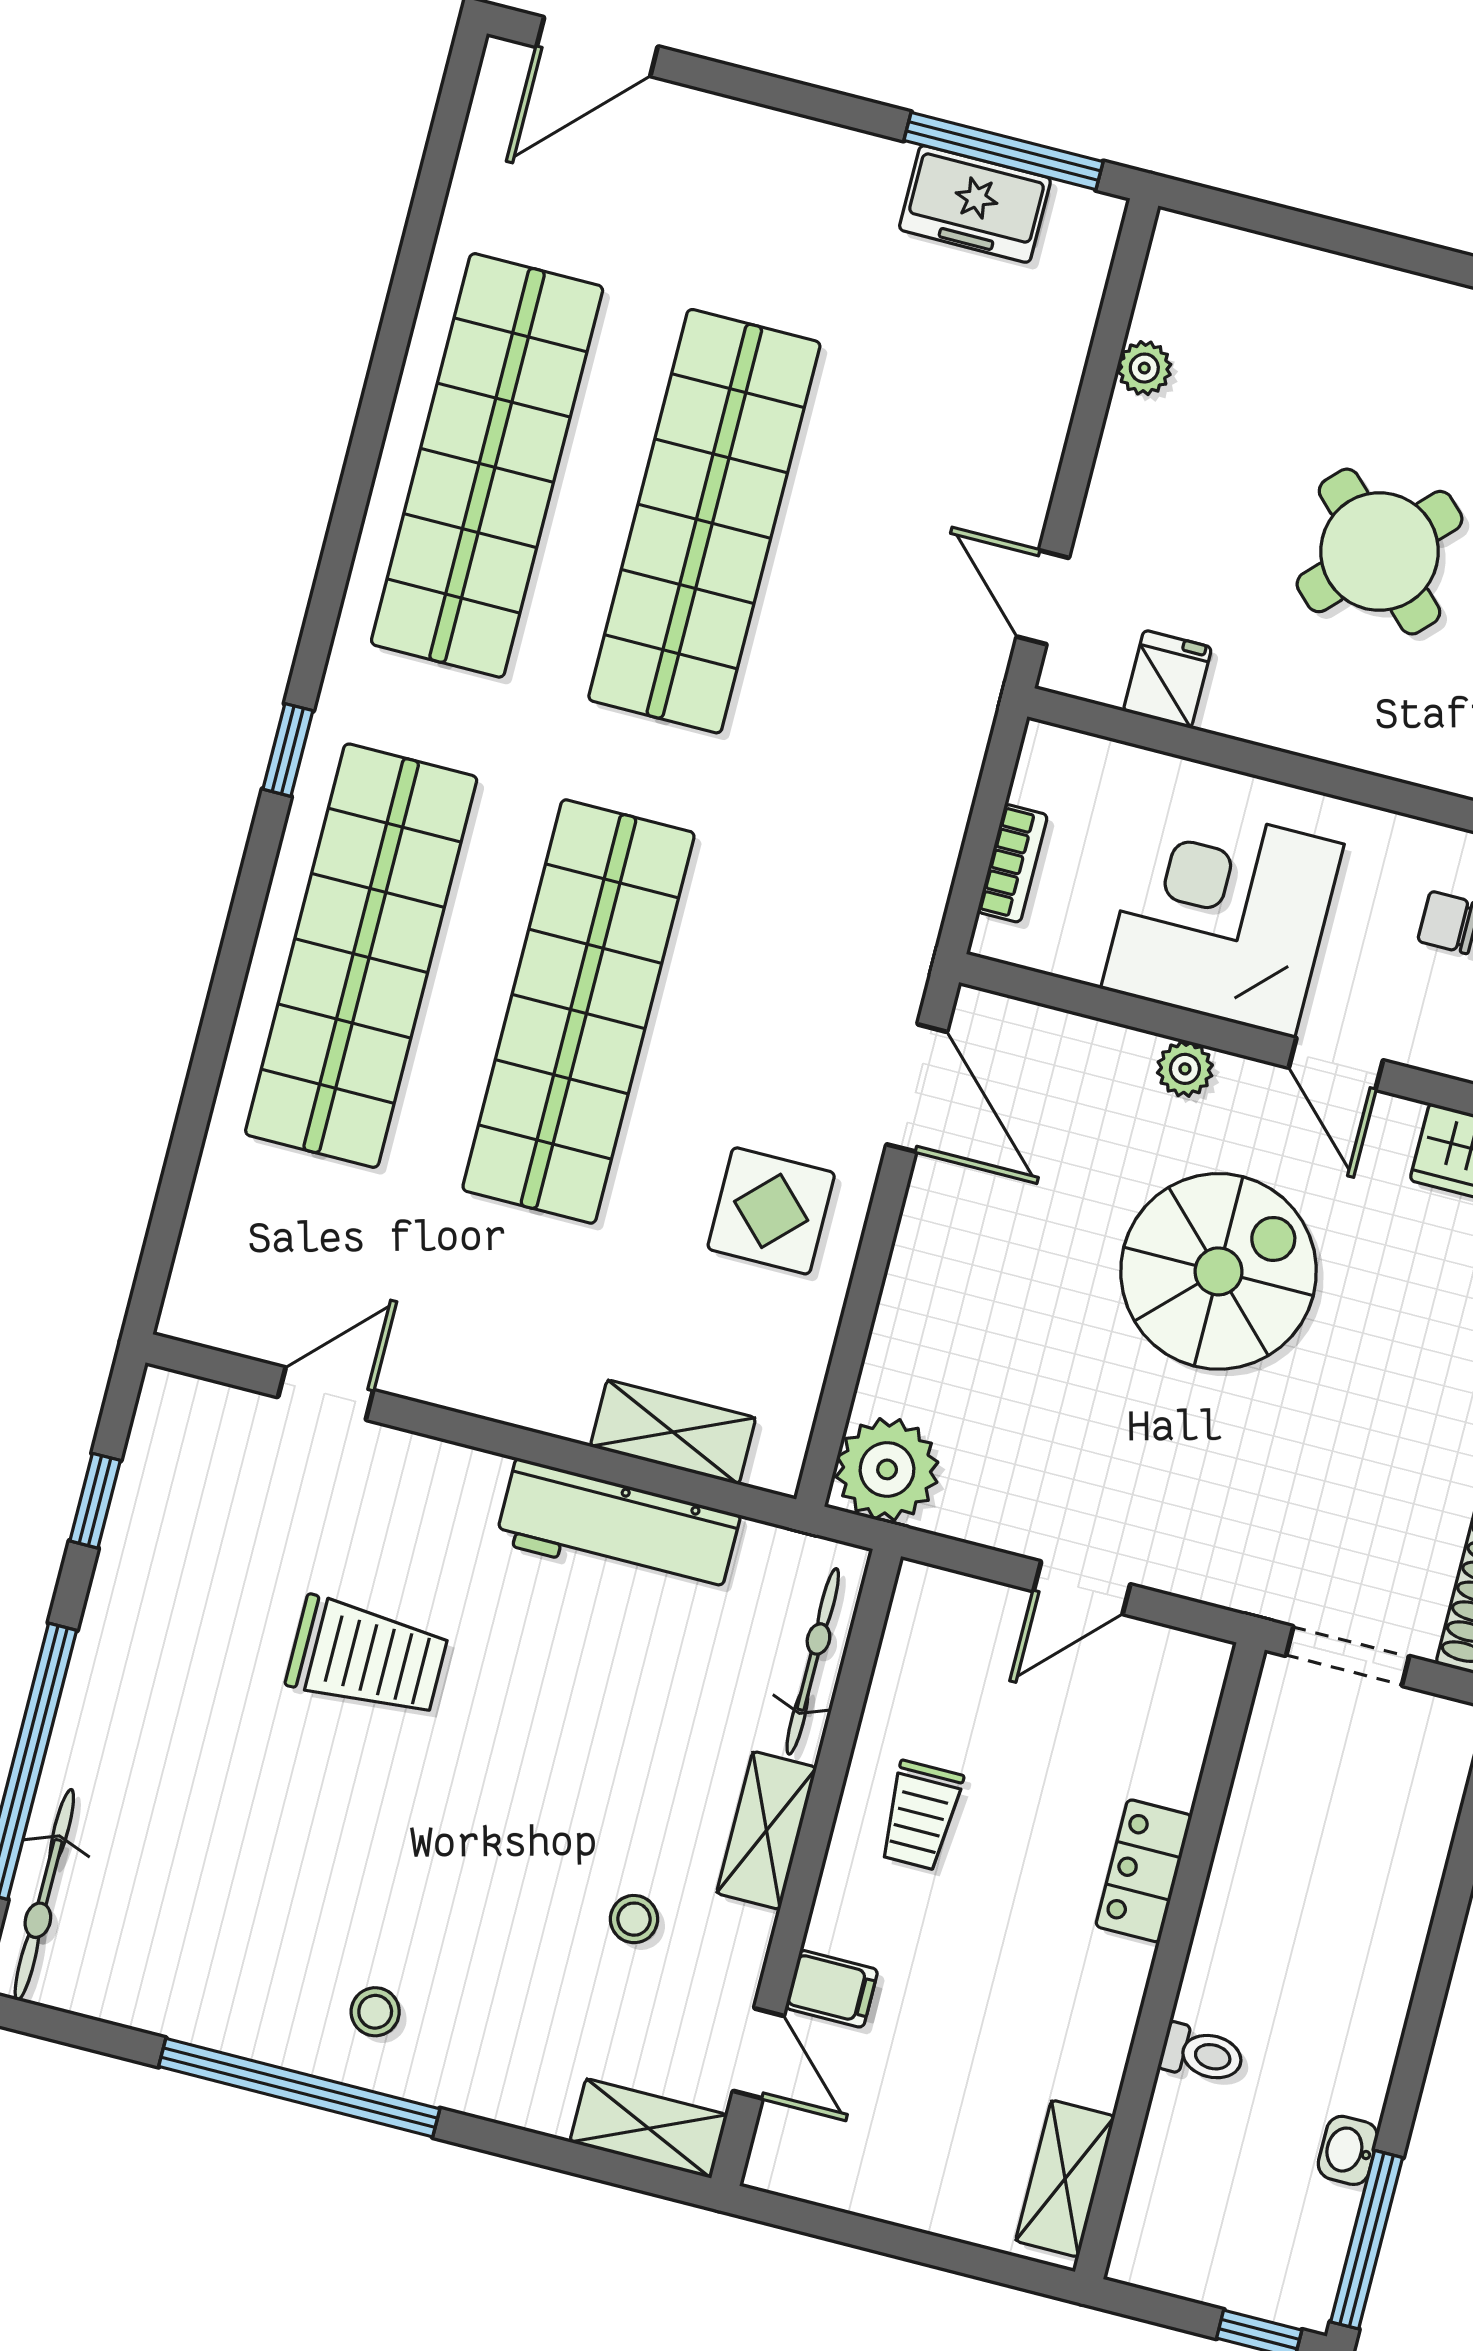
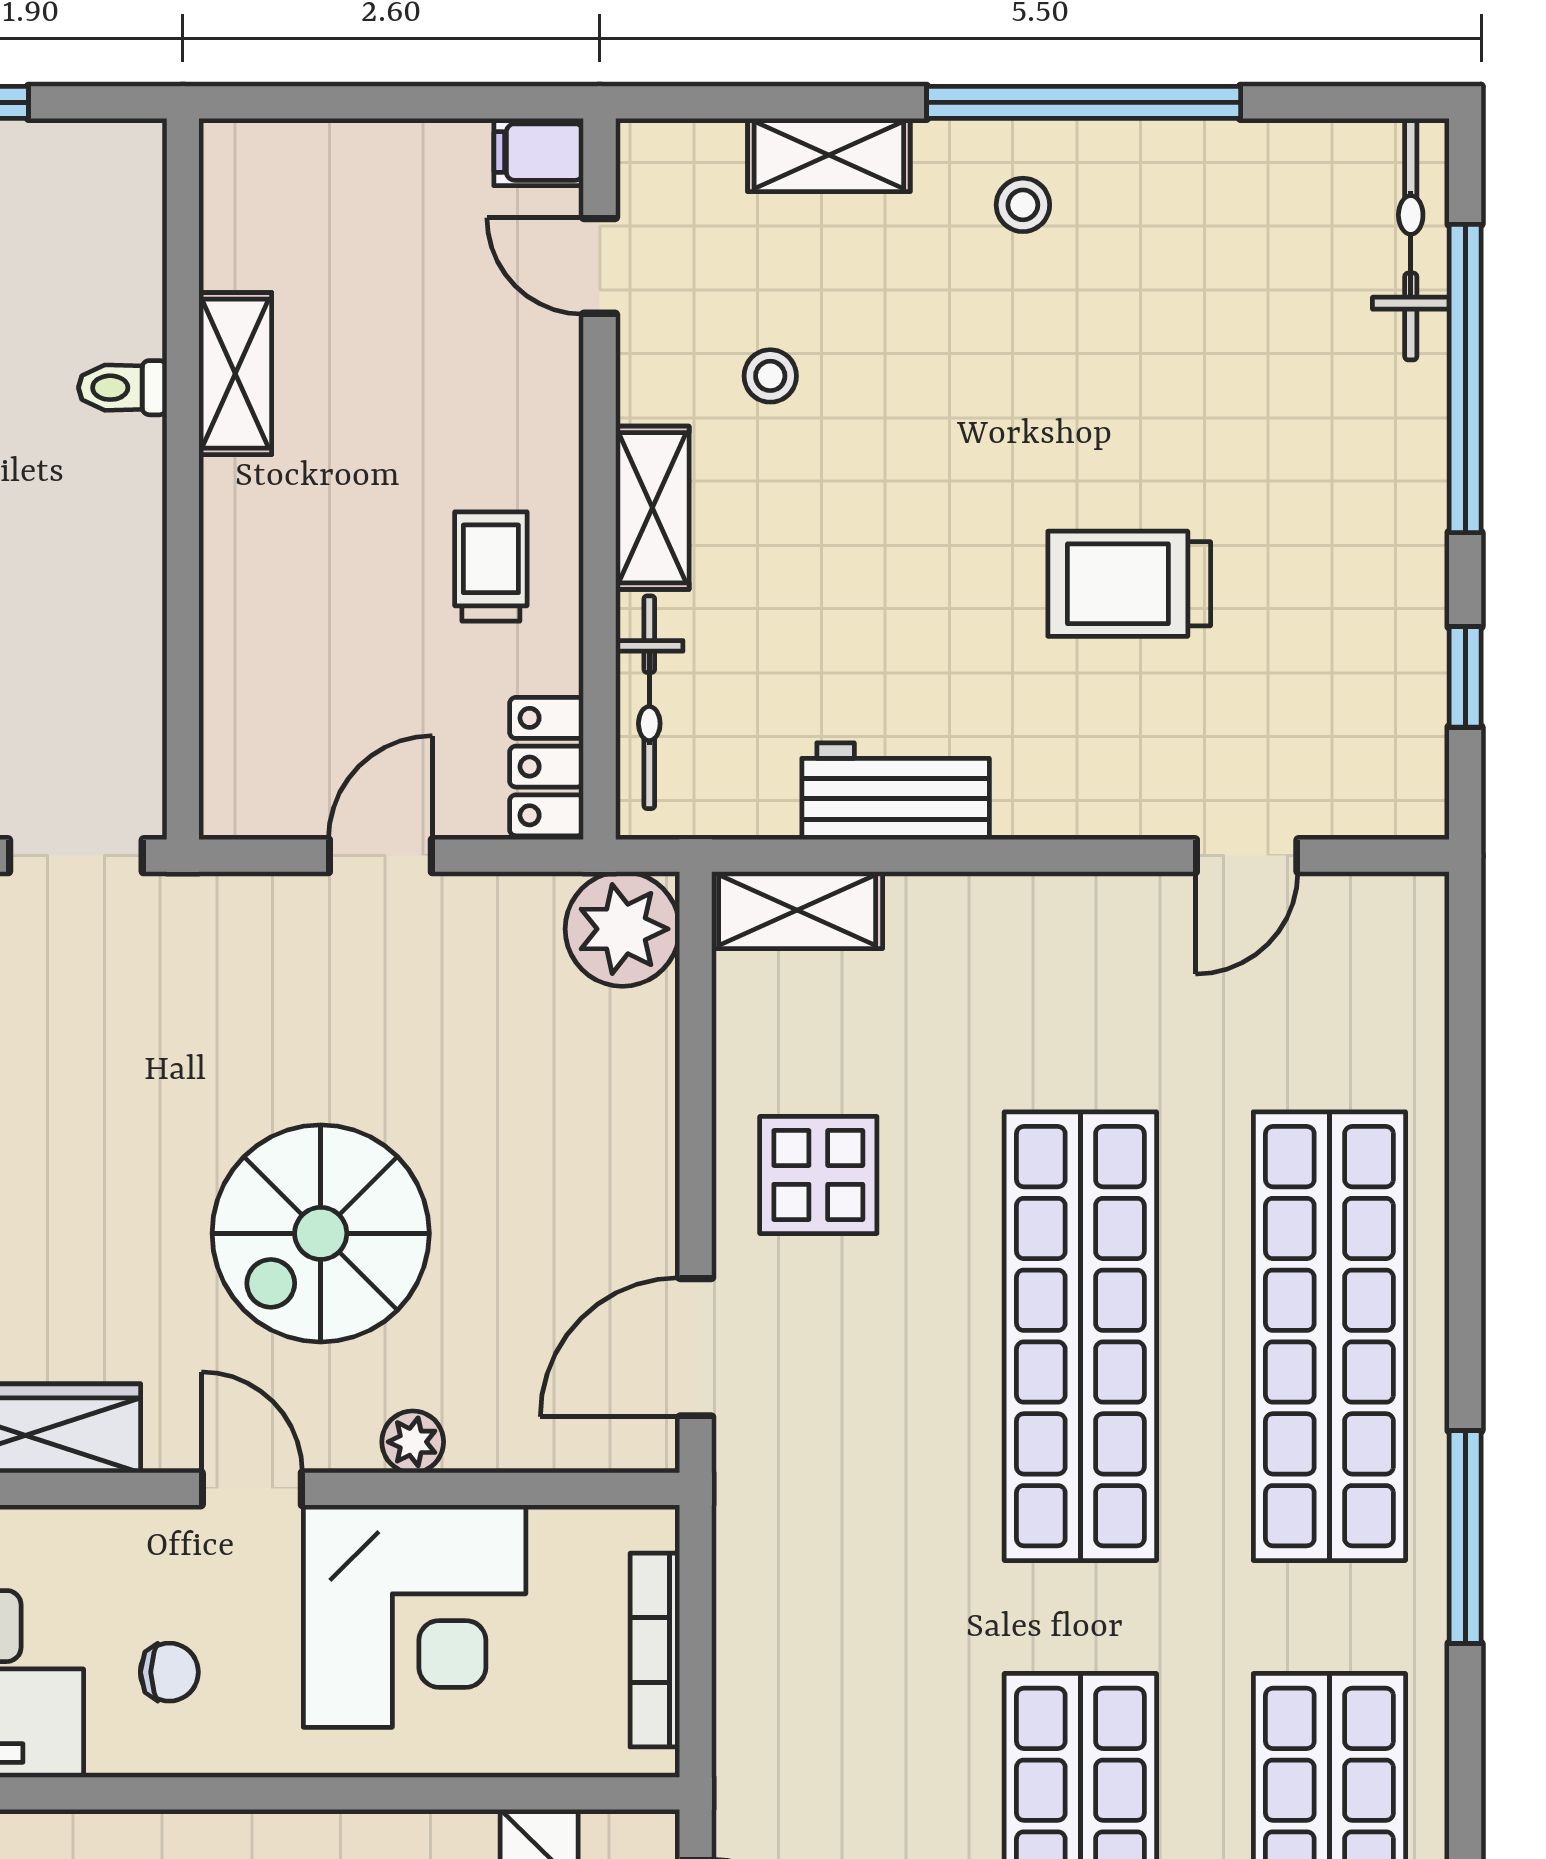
window: (288, 750) -> (1465, 1537), width x2.17
bookcase: (1012, 863) -> (655, 1650), width x1.56
door: (917, 1088) -> (696, 1347), hinge flipped
shelving: (673, 1432) -> (797, 910), moved
workbench: (618, 1529) -> (896, 791), width x0.73
locker: (1144, 1871) -> (547, 767), moved, turned 180
filing cabinet: (832, 1989) -> (539, 152), moved
shelving: (649, 2128) -> (829, 155), moved
shelving: (1065, 2179) -> (235, 374), moved

